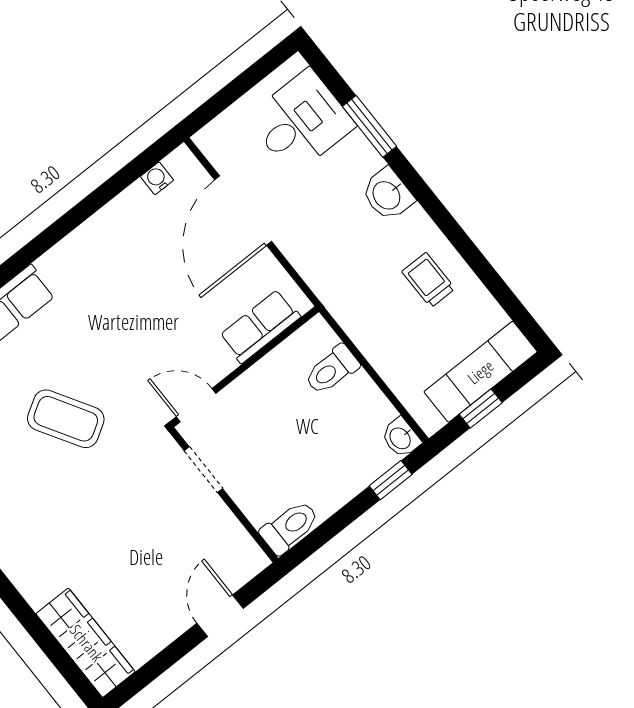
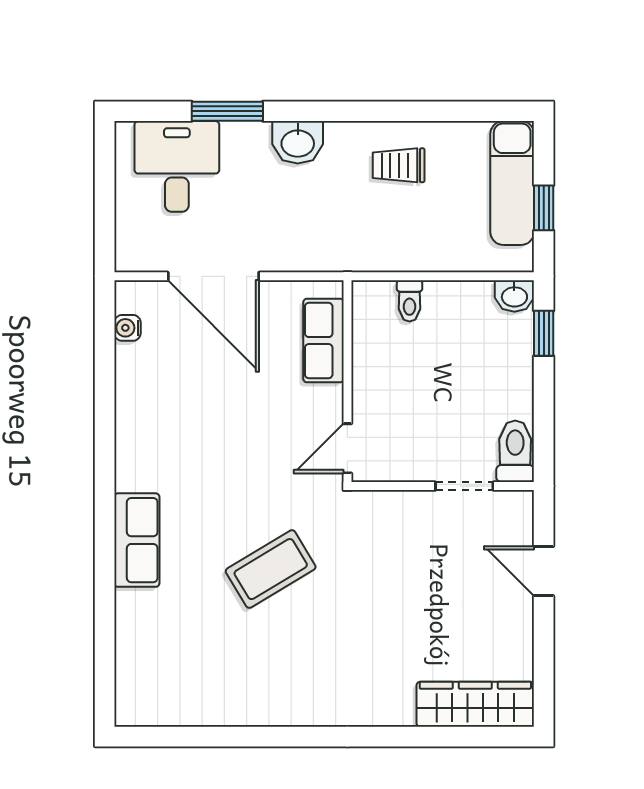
toilet: (332, 370) -> (409, 301), width x0.73, depth x0.72
doorway: (203, 470) -> (464, 486), moved

